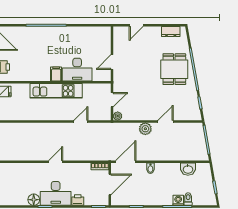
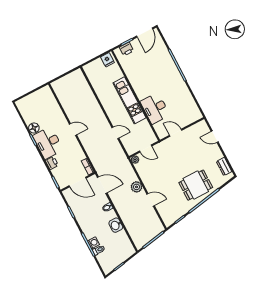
filing cabinet: (56, 74) -> (143, 93), removed
washbasin: (188, 169) -> (116, 225), moved

